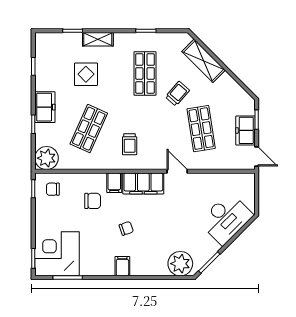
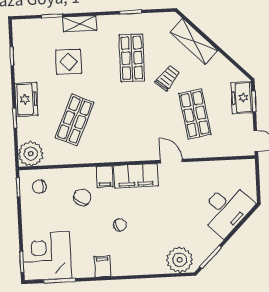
freezer: (245, 130) -> (242, 98), moved
trolley: (130, 144) -> (119, 135), removed
chair: (93, 201) -> (82, 197), turned -59
filing cabinet: (122, 266) -> (102, 266), moved

